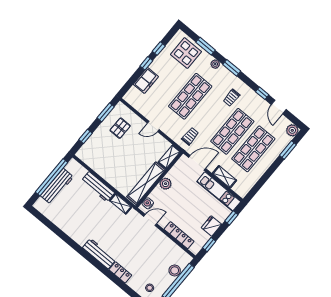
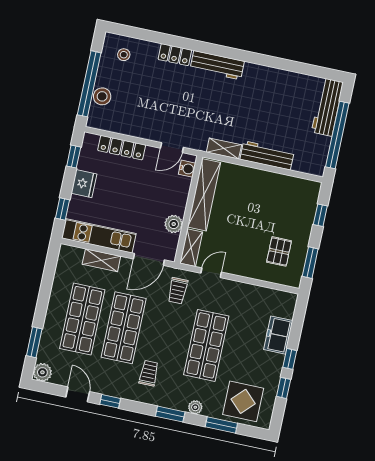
door: (153, 126) -> (211, 273), moved
plant: (166, 184) -> (174, 224), moved
workbench: (57, 186) -> (327, 107), moved

